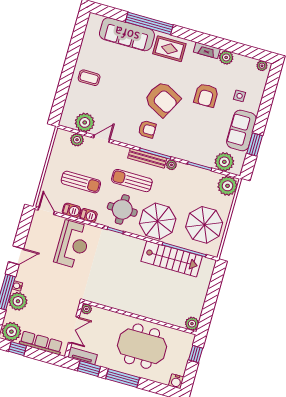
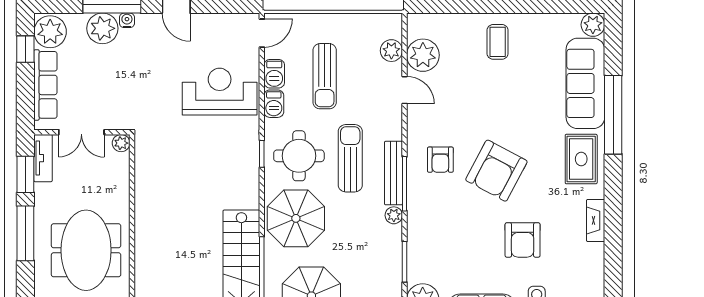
plant: (226, 57) -> (593, 25), moved
armchair: (206, 95) -> (523, 240), turned -90
reception desk: (73, 244) -> (220, 92), turned 180

